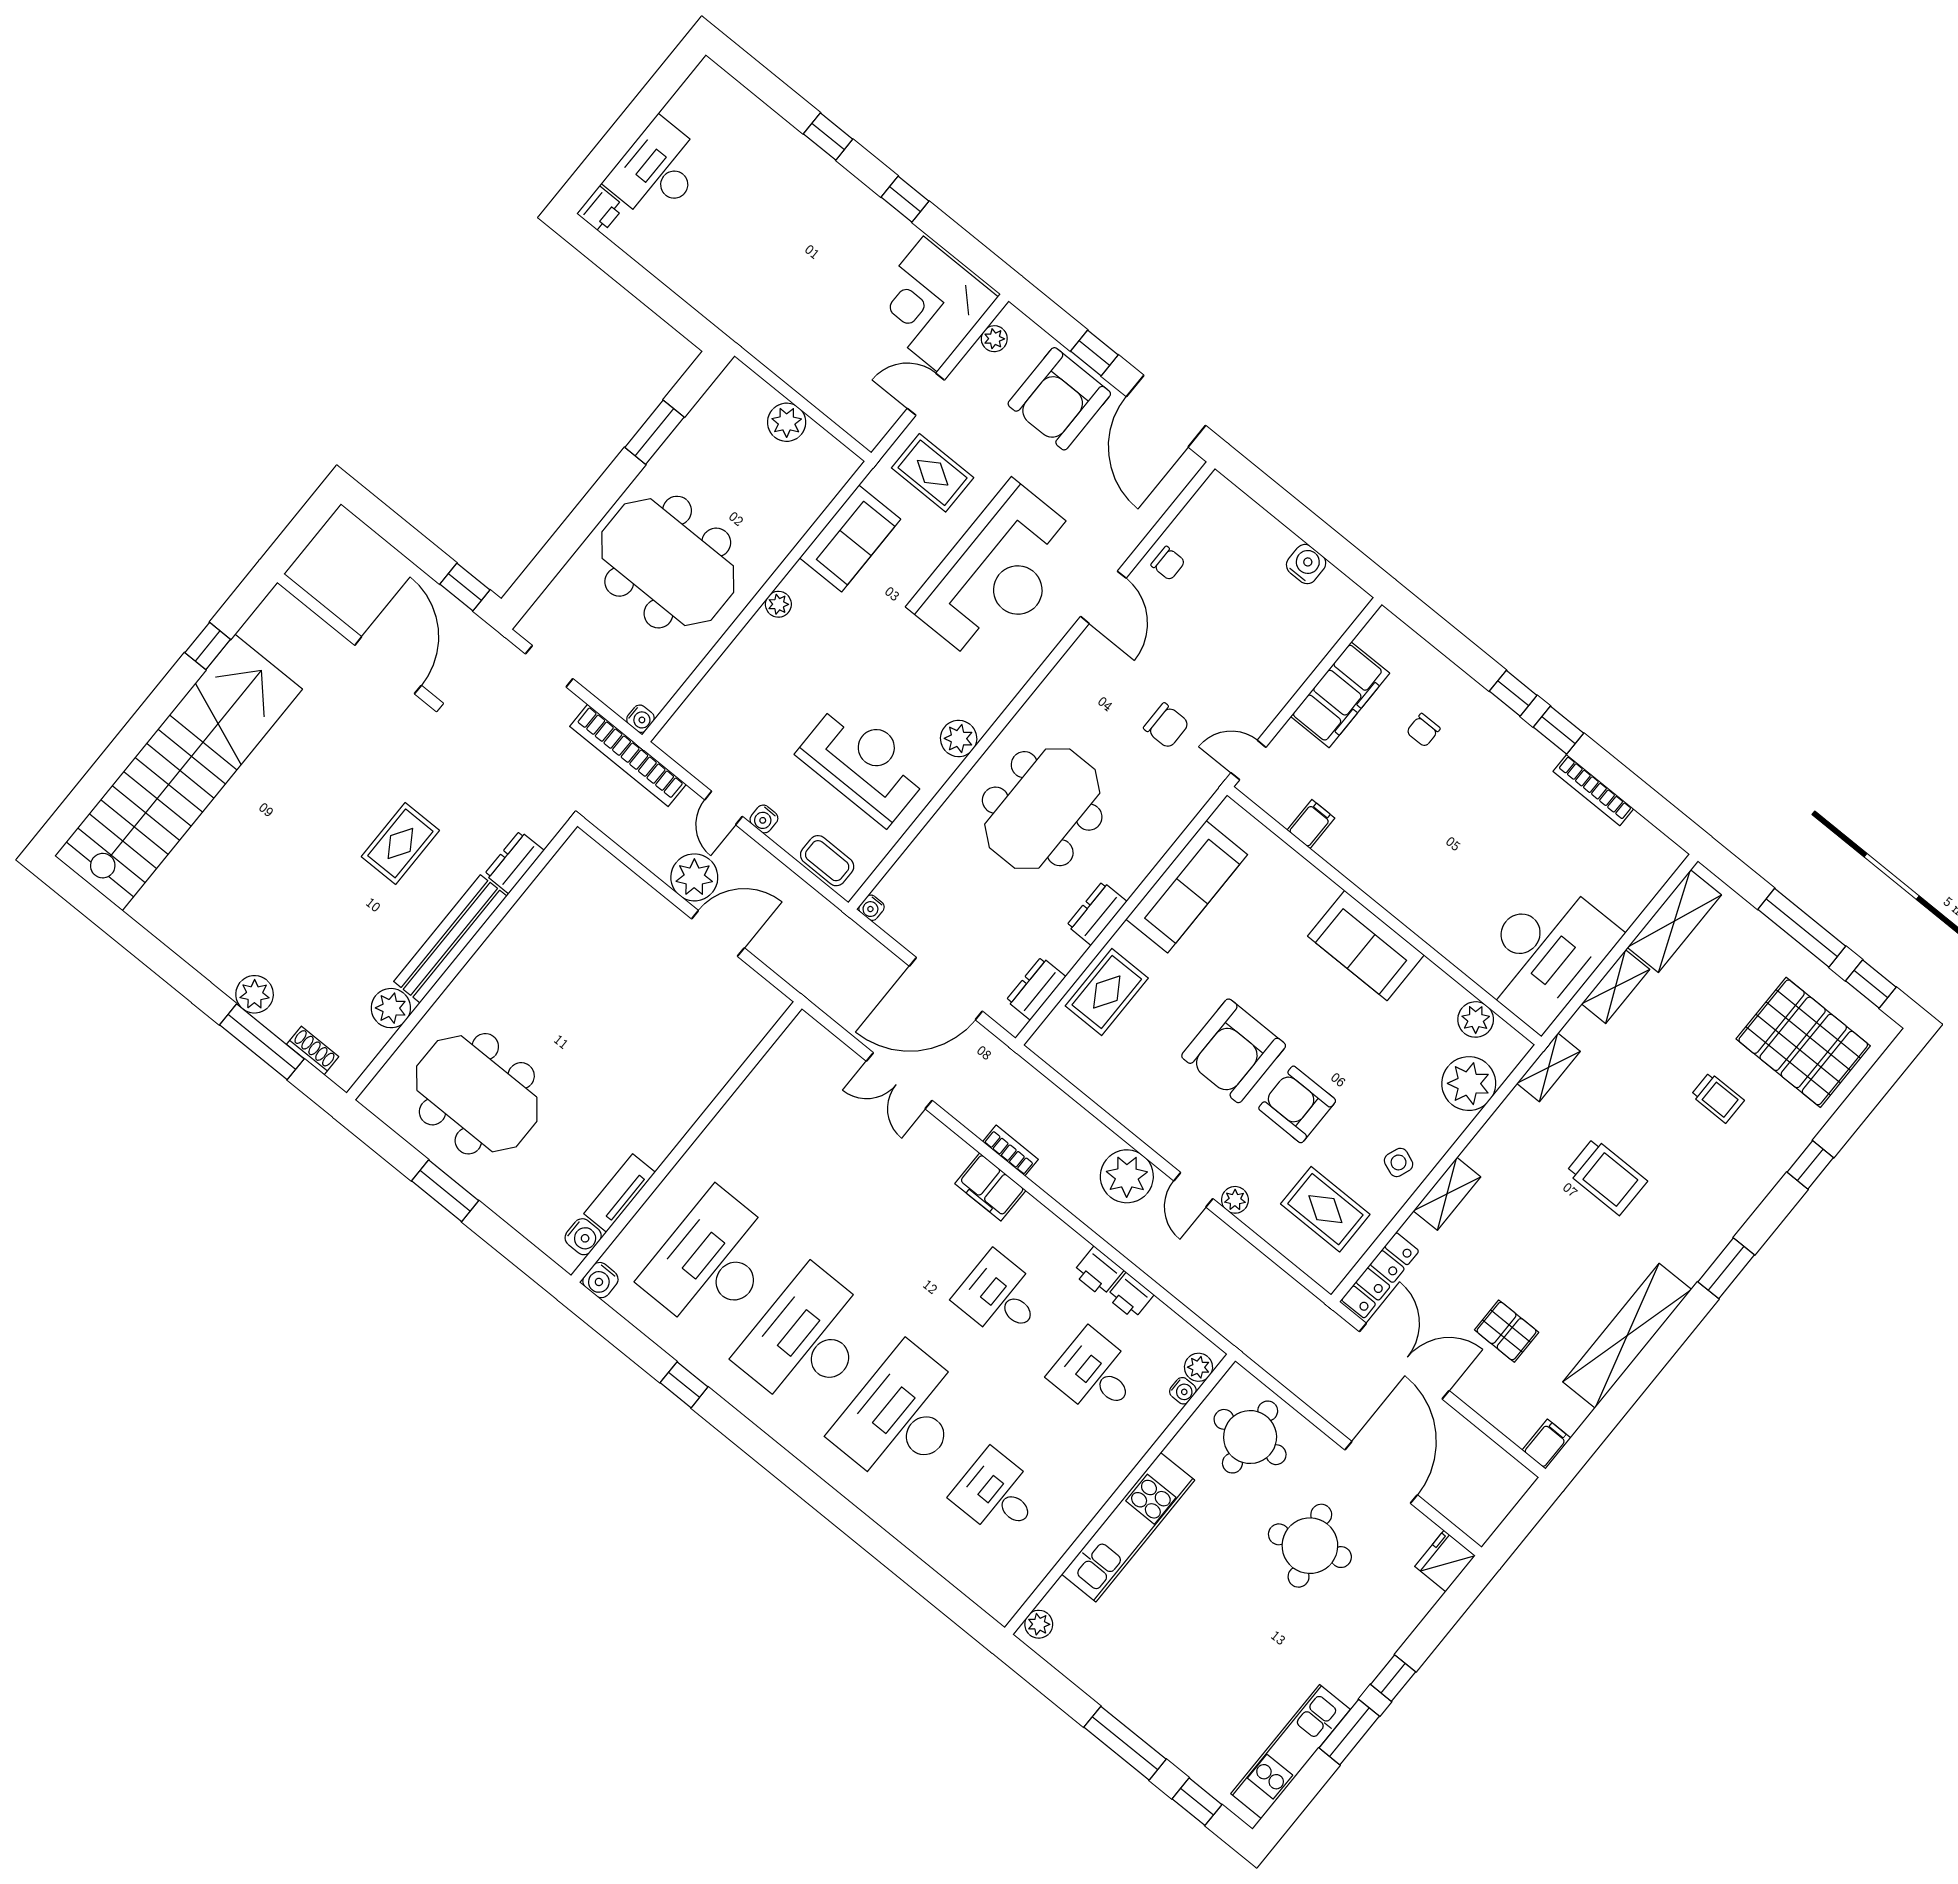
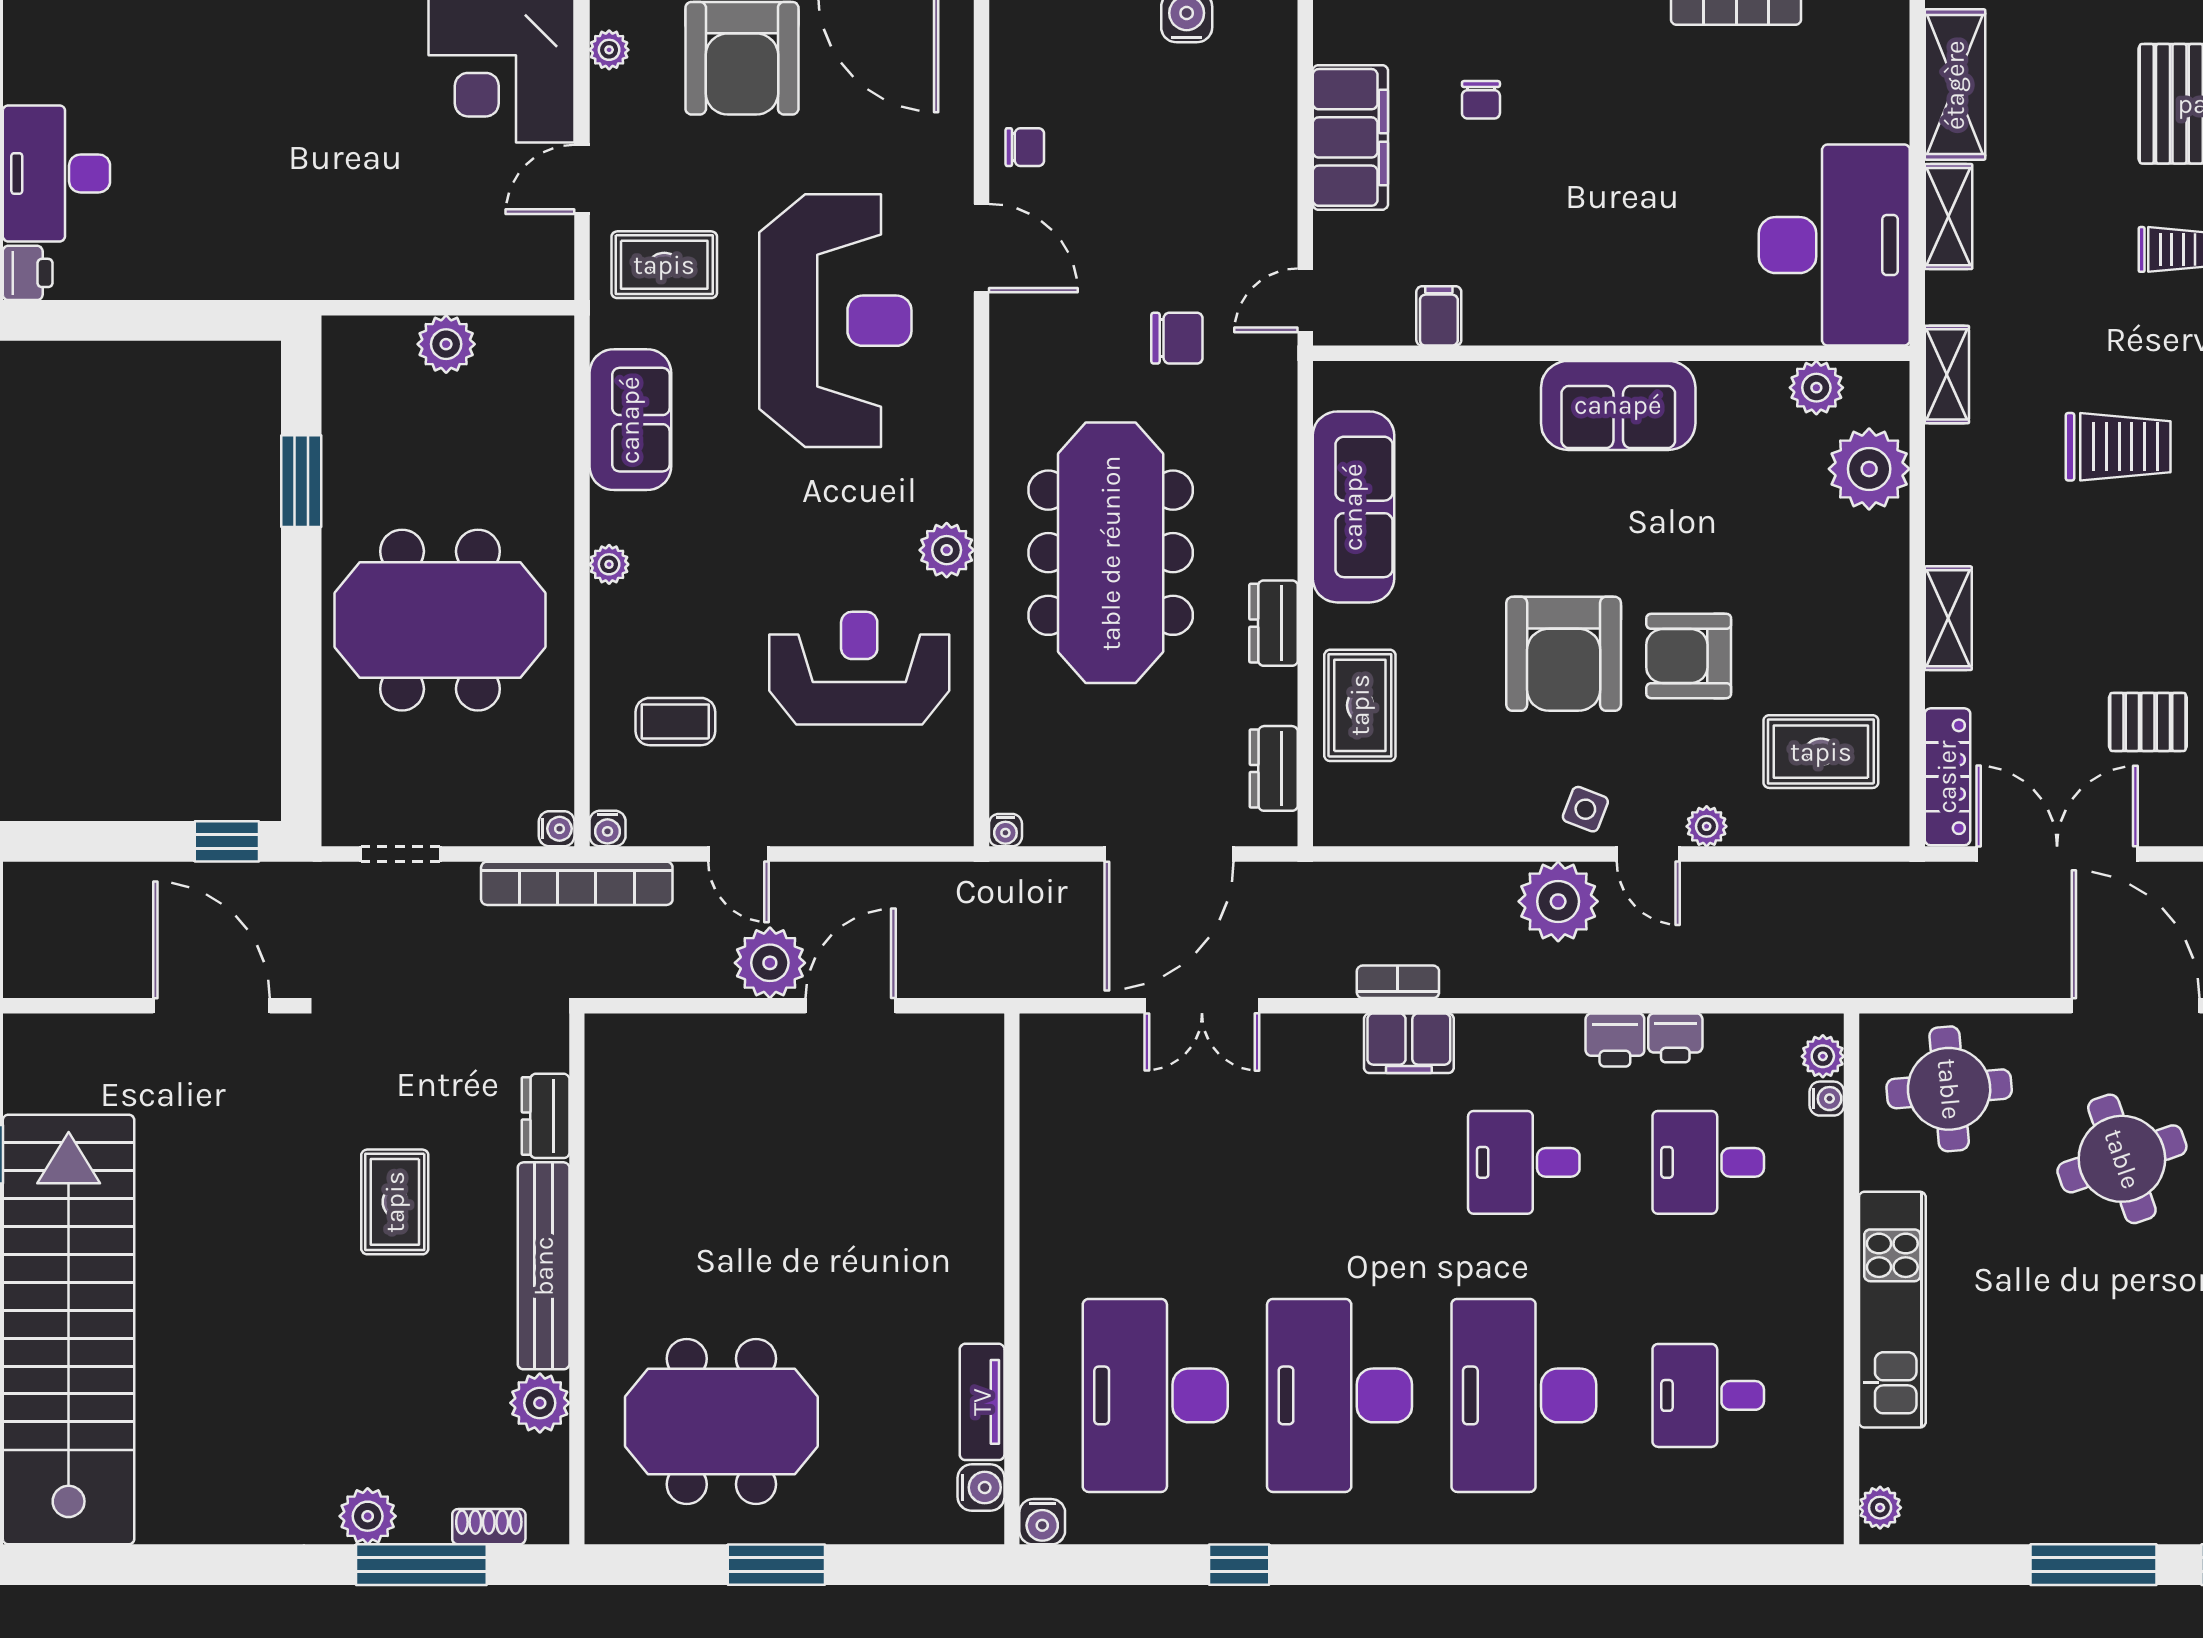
meeting table: (1042, 809) -> (1111, 553), width x1.36
water cooler: (764, 819) -> (607, 829), moved
coffee table: (827, 861) -> (675, 722), moved
side table: (1399, 1162) -> (1585, 809), moved

